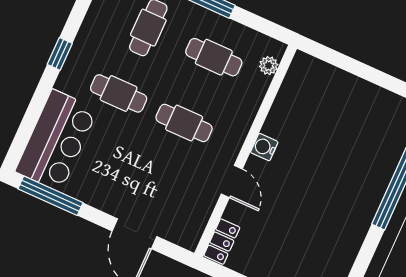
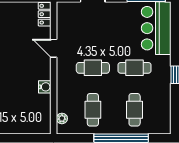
cafe table: (214, 57) -> (93, 110), turned 90
water cooler: (264, 147) -> (45, 87), moved

